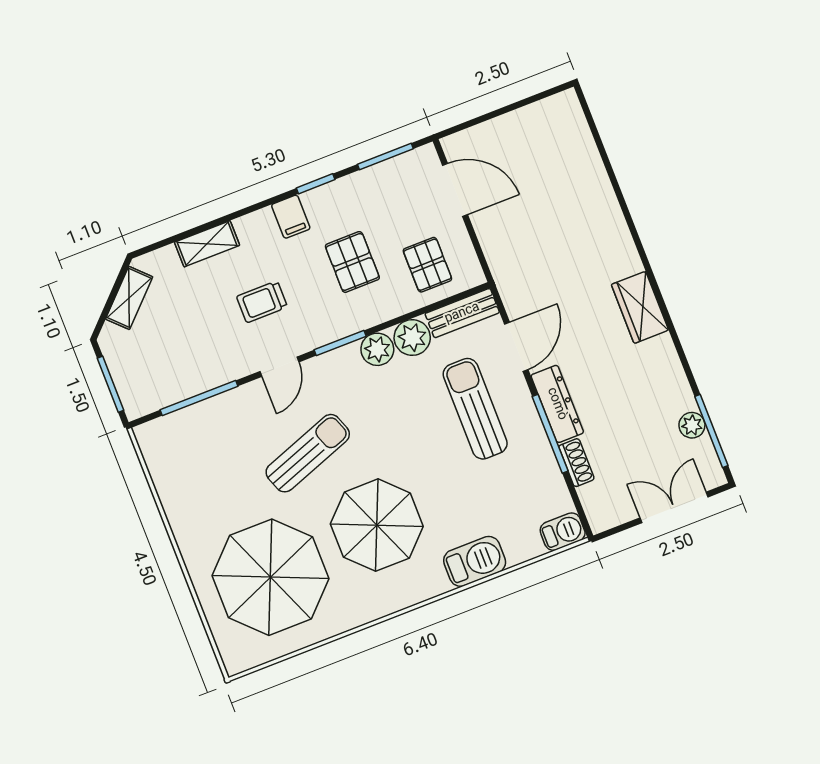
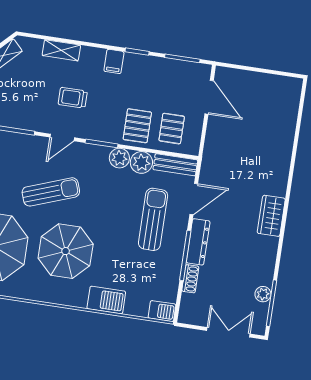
pallet: (352, 262) -> (137, 126), moved

